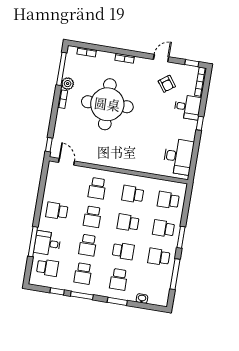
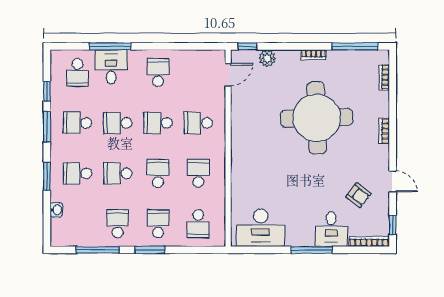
plant: (68, 84) -> (267, 58), moved
armchair: (167, 84) -> (358, 195), turned -106
window: (200, 123) -> (312, 250), width x2.17
school desk: (168, 200) -> (198, 224), turned 180
school desk: (123, 251) -> (118, 173), turned 90

